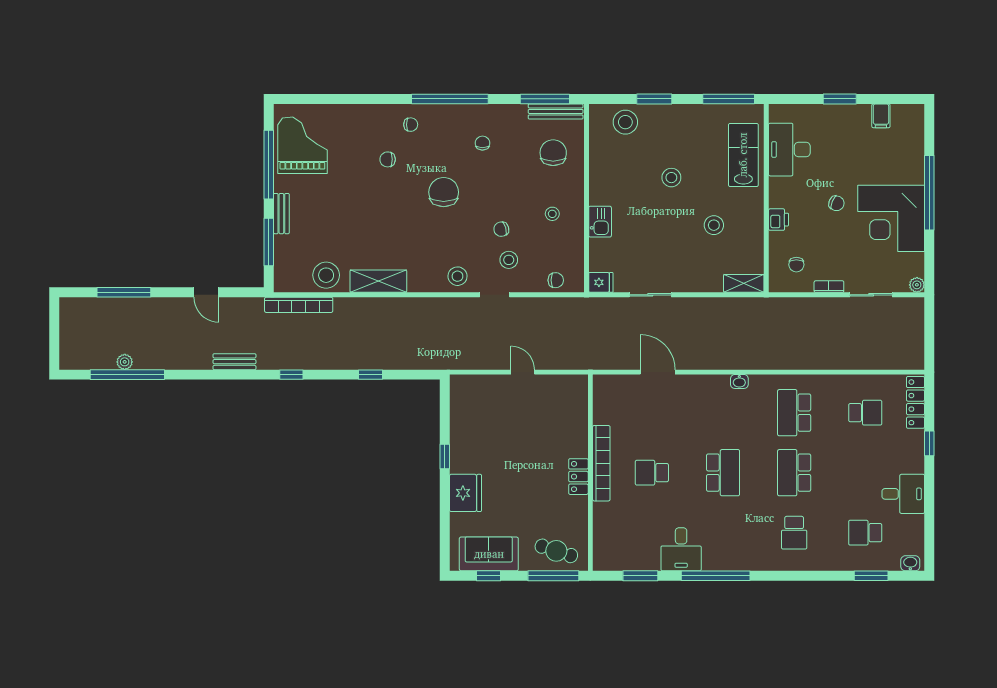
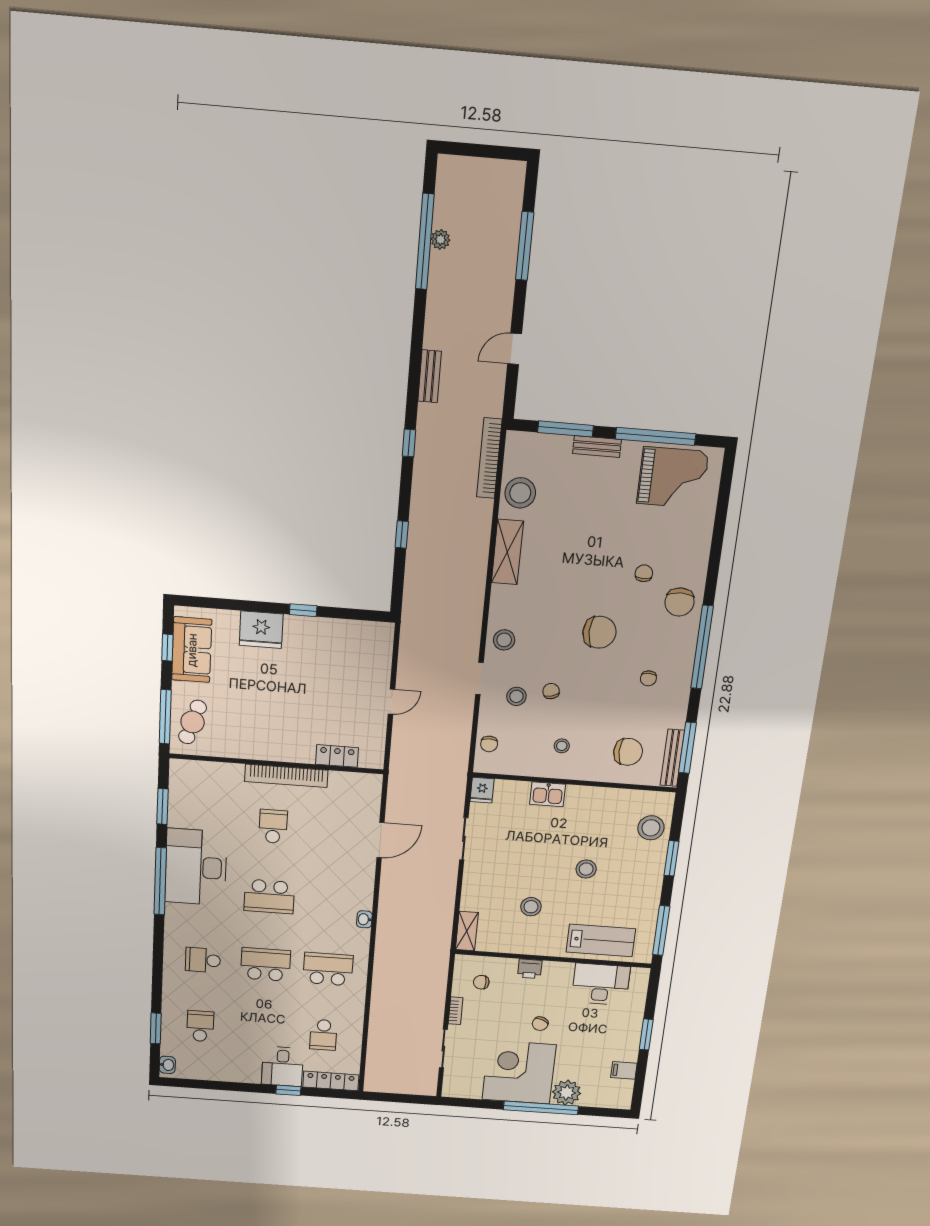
chair: (411, 125) -> (680, 602), width x1.87, depth x1.87
chair: (482, 143) -> (648, 678), turned 90
plant: (917, 285) -> (567, 1093), moved, width x1.88, depth x1.88
locker: (578, 477) -> (337, 756), moved
desk: (903, 494) -> (282, 1067), moved
desk: (681, 549) -> (196, 867), width x1.87, depth x1.30

